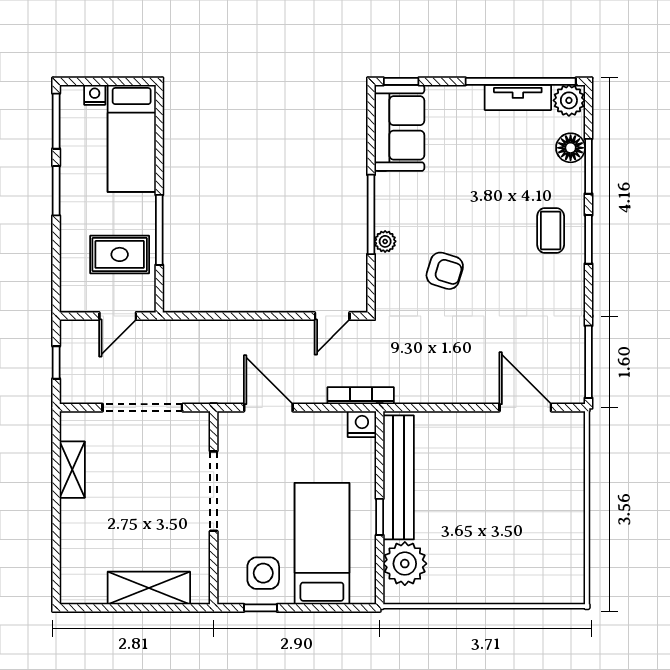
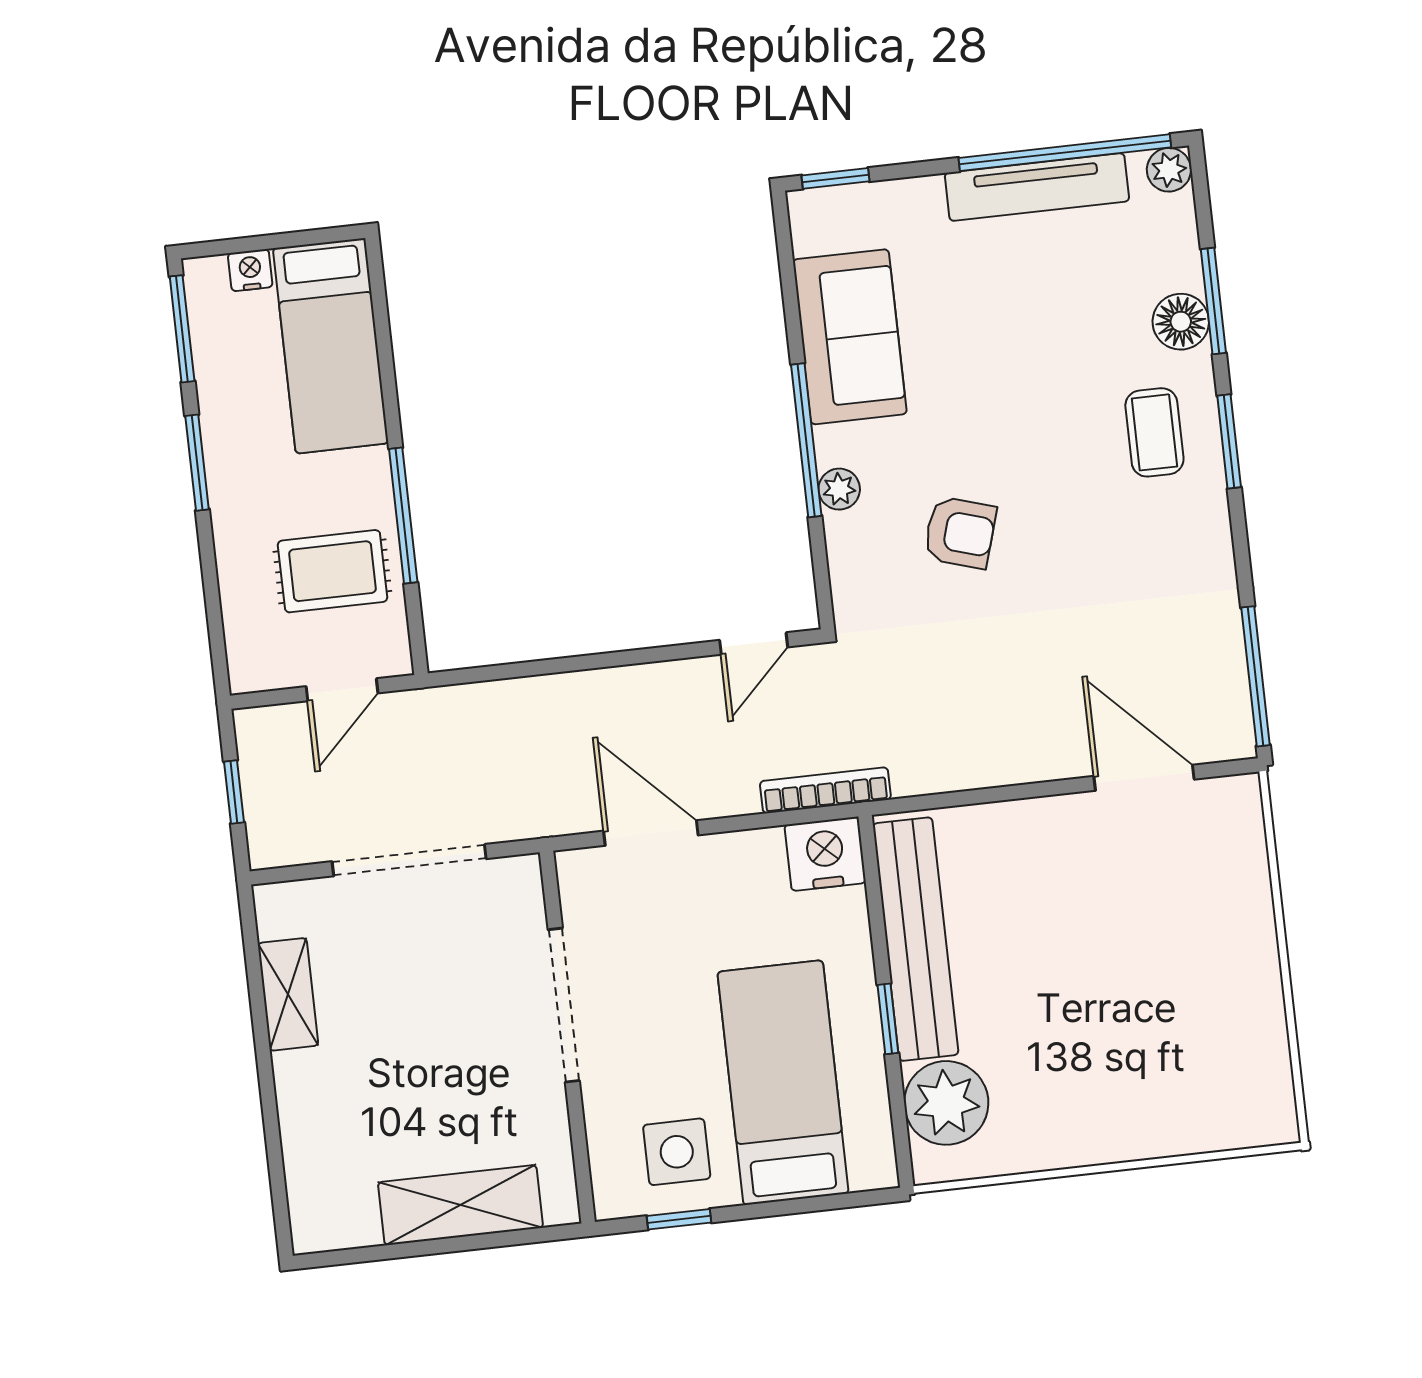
tv unit: (518, 97) -> (1037, 187), width x1.41
plant: (569, 100) -> (1169, 170), width x0.73, depth x0.73
sofa: (399, 128) -> (850, 337), moved
floor lamp: (571, 148) -> (1181, 322), moved
nightstand: (362, 424) -> (825, 854), width x1.36, depth x1.33

